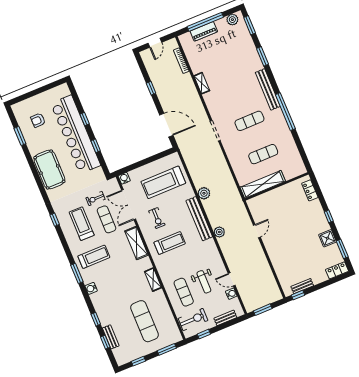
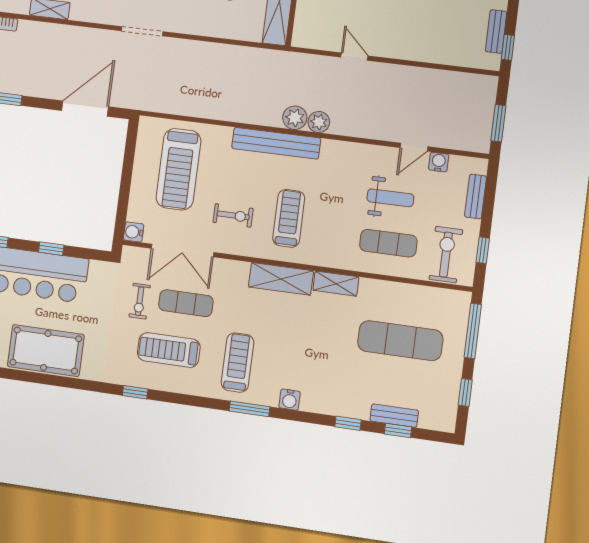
plant: (204, 193) -> (295, 118), moved
shelving: (136, 243) -> (281, 279), moved
window: (167, 349) -> (473, 331), width x1.44

